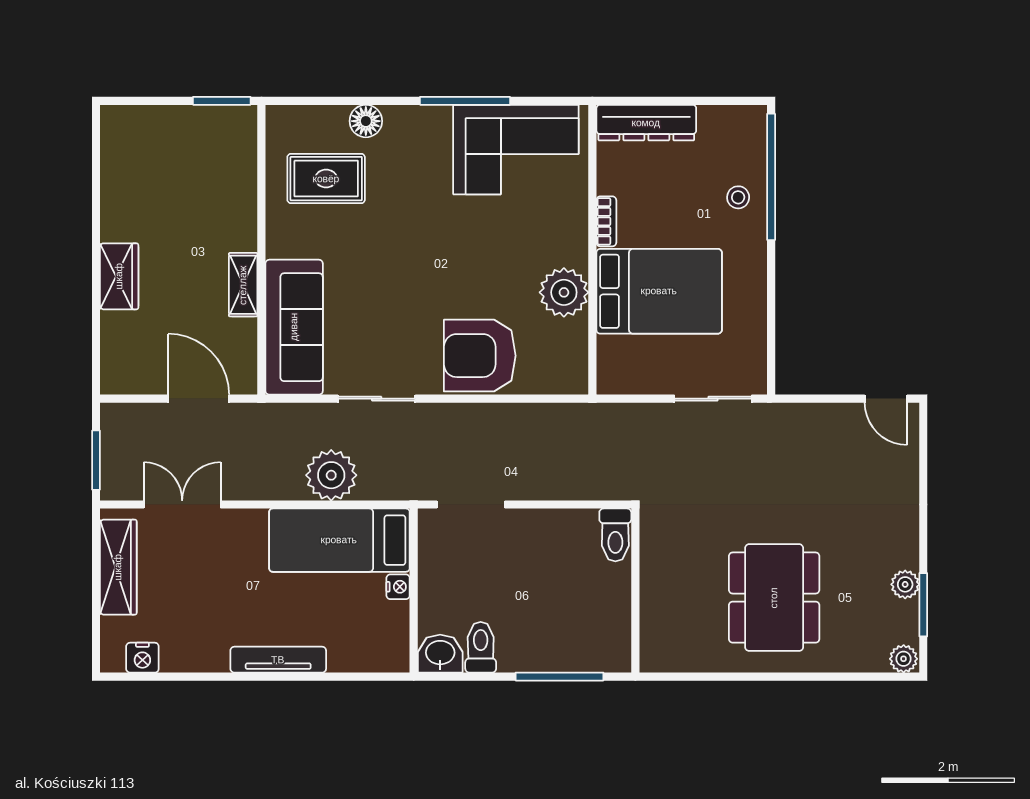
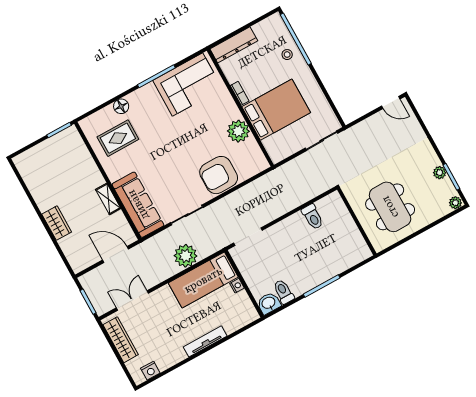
wall: (635, 591) -> (357, 222), moved

